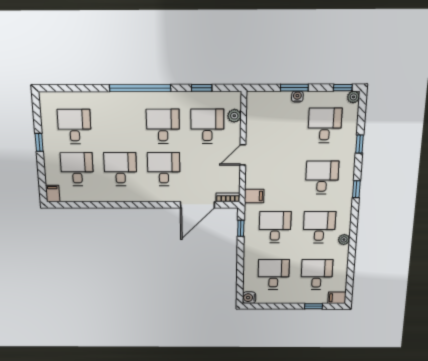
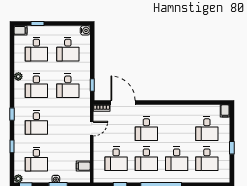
plant: (234, 116) -> (98, 166), removed
door: (243, 155) -> (92, 129), moved
desk: (120, 169) -> (177, 159), moved
filing cabinet: (254, 196) -> (83, 166), moved
door: (197, 205) -> (123, 103), hinge flipped

